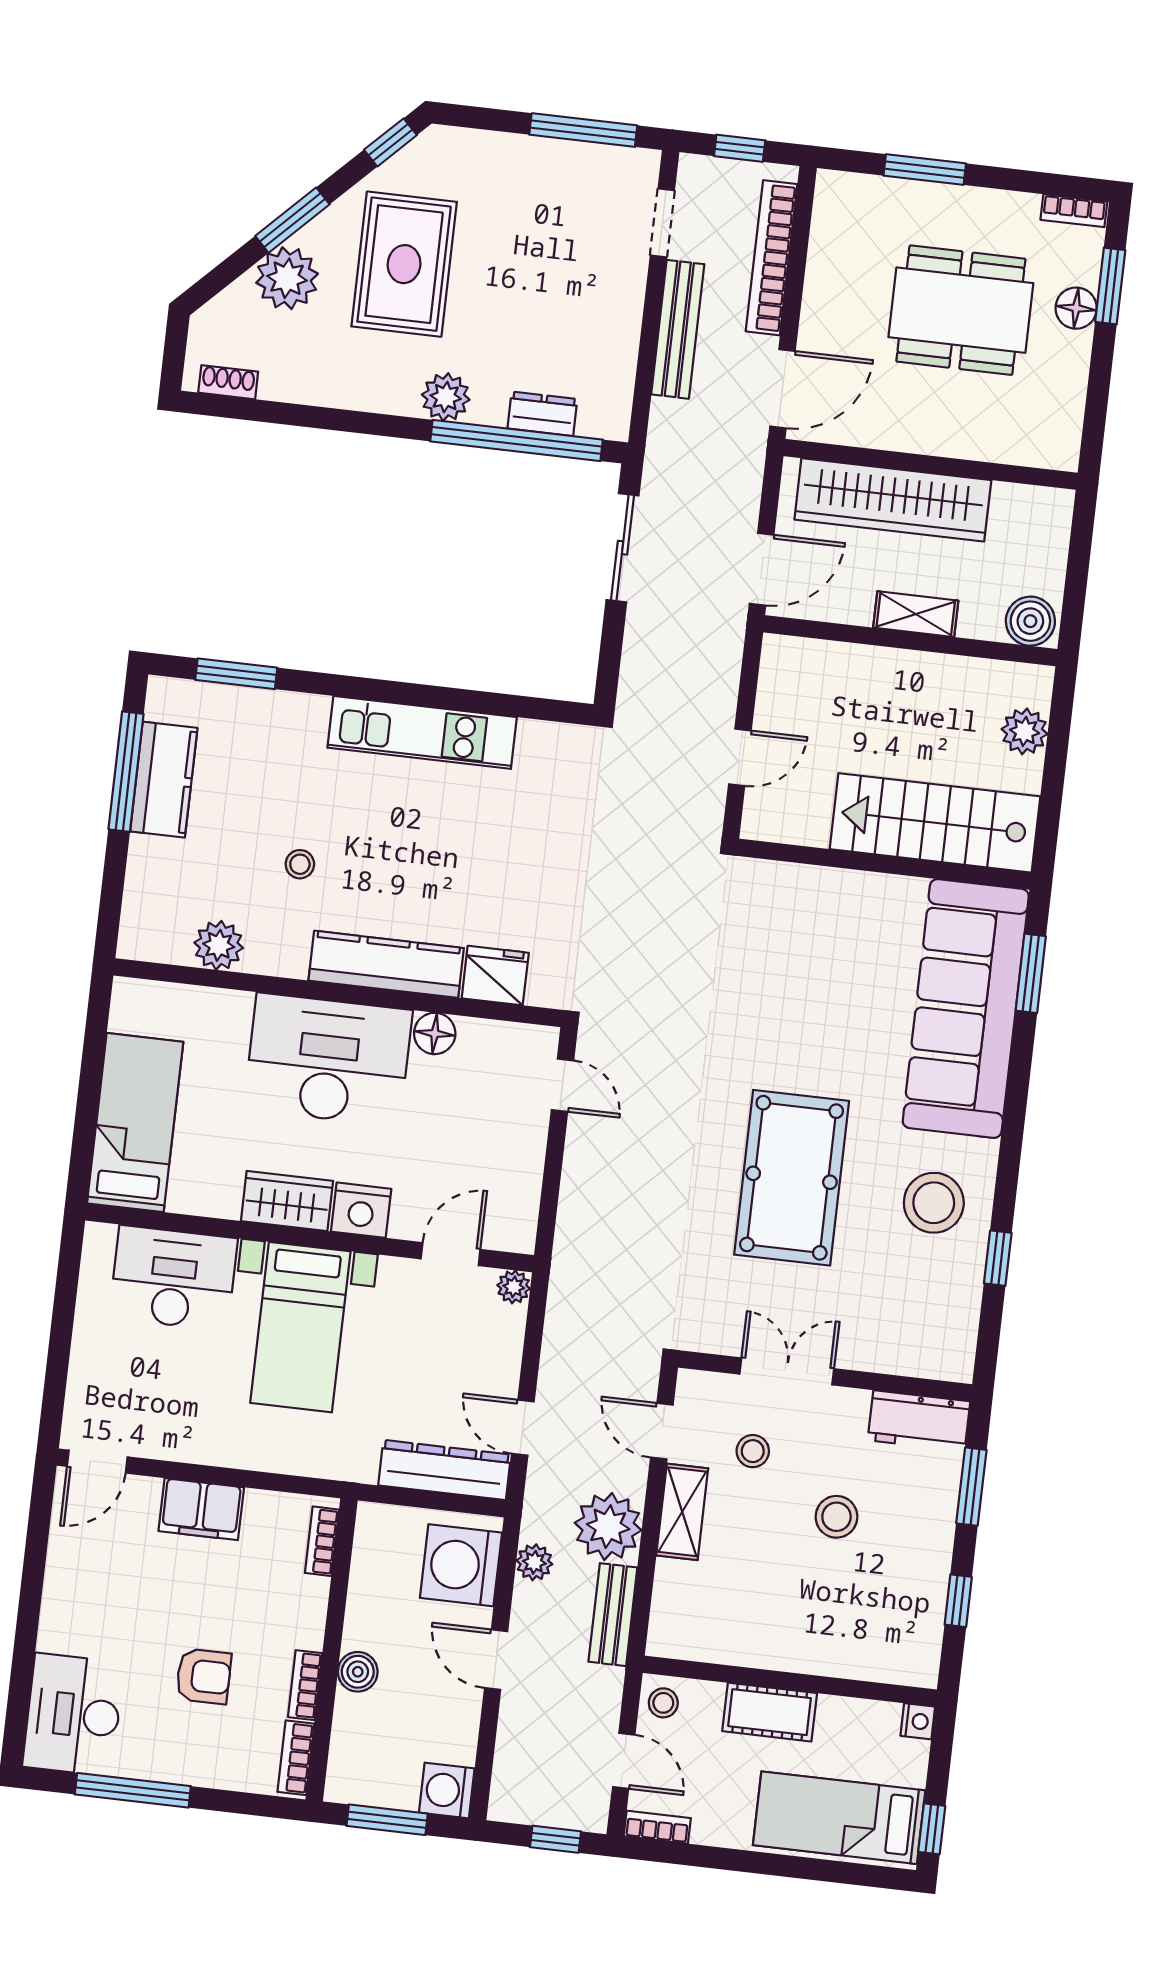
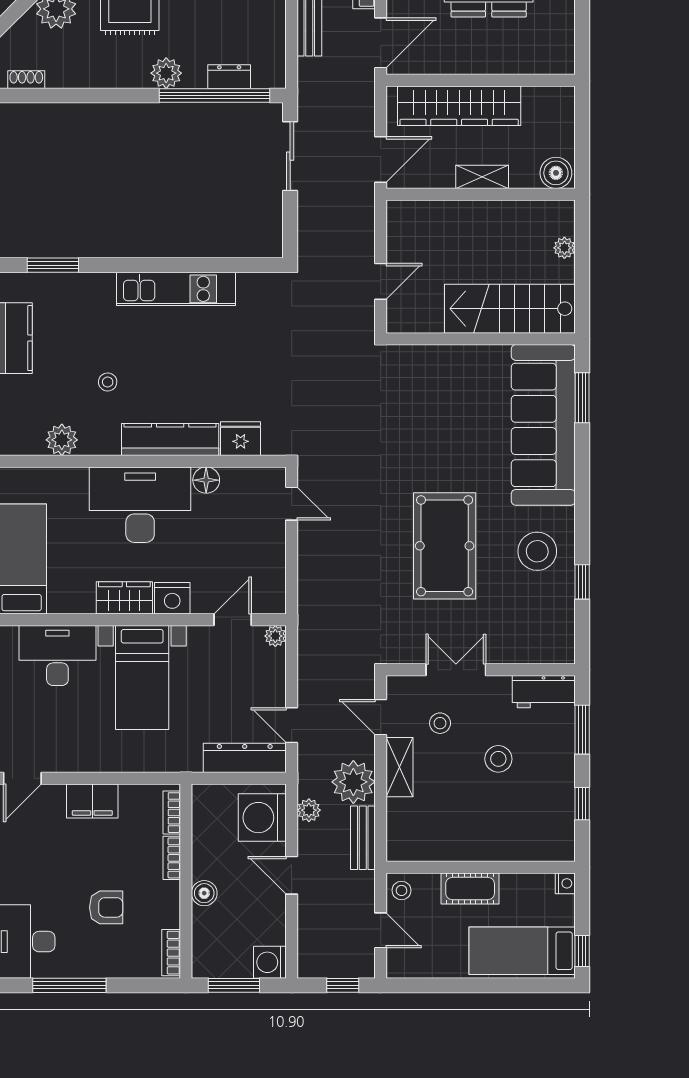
plant: (1025, 731) -> (564, 248), width x0.73, depth x0.73
bookcase: (305, 1685) -> (172, 858), moved
bookcase: (657, 1827) -> (407, 970), removed

